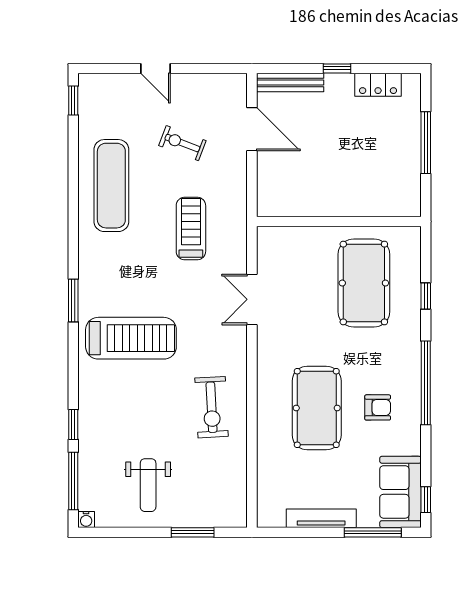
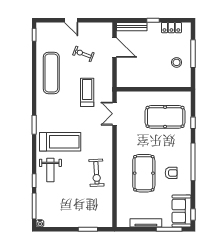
stool: (389, 162) -> (177, 62), added
pool table: (364, 283) -> (165, 117), turned 90
double door: (252, 299) -> (115, 114), moved
weight bench: (148, 485) -> (50, 170), moved

